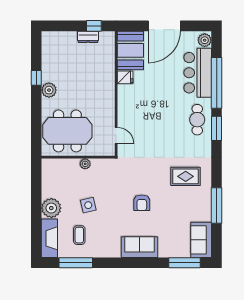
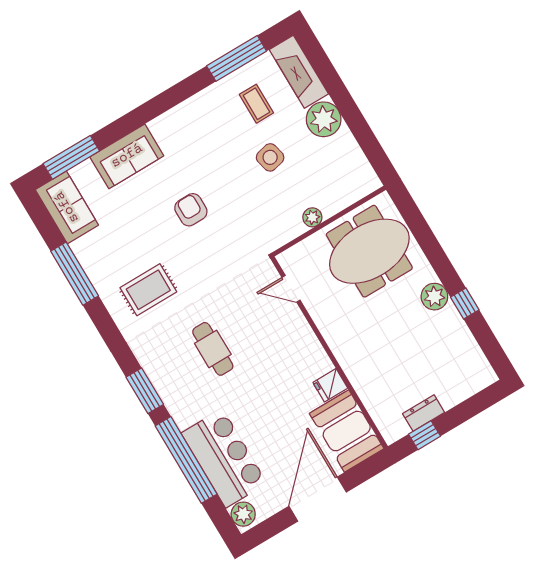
cafe table: (197, 120) -> (213, 349), moved
sofa: (140, 247) -> (127, 156), moved

